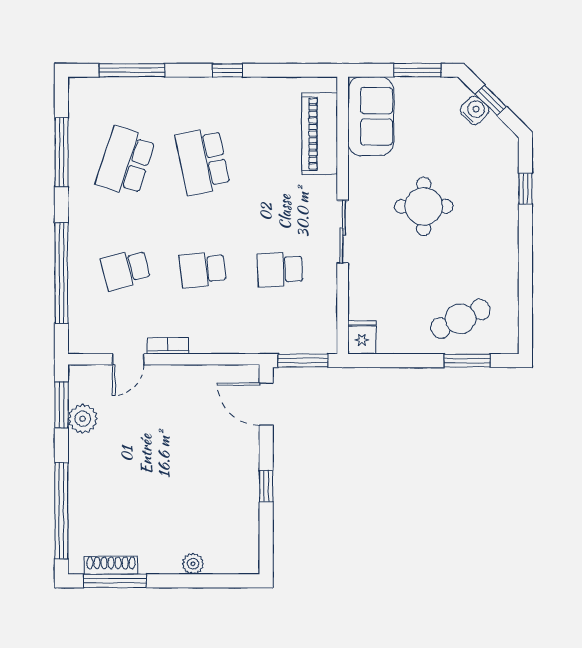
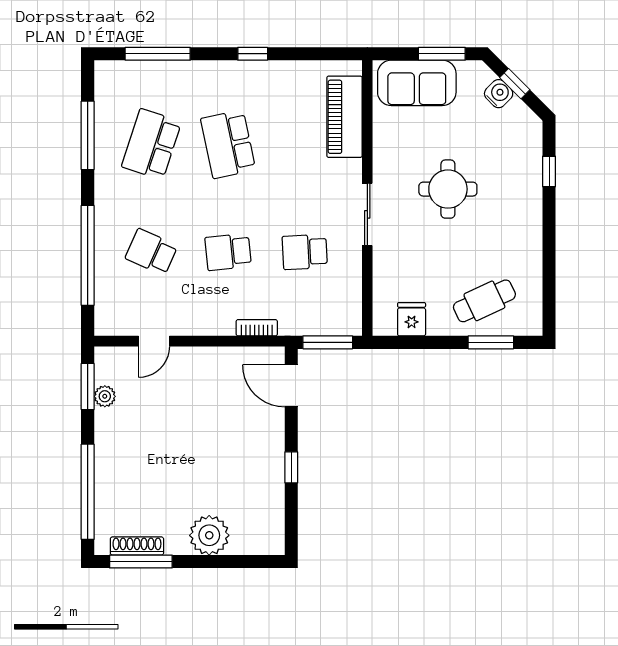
sofa: (371, 116) -> (417, 83), moved, turned 90
school desk: (126, 270) -> (151, 252), turned 39
fridge: (362, 337) -> (412, 319), moved
bookcase: (168, 346) -> (257, 328), moved
plant: (83, 419) -> (105, 396), width x0.73, depth x0.73
plant: (193, 564) -> (209, 535), width x1.87, depth x1.87

